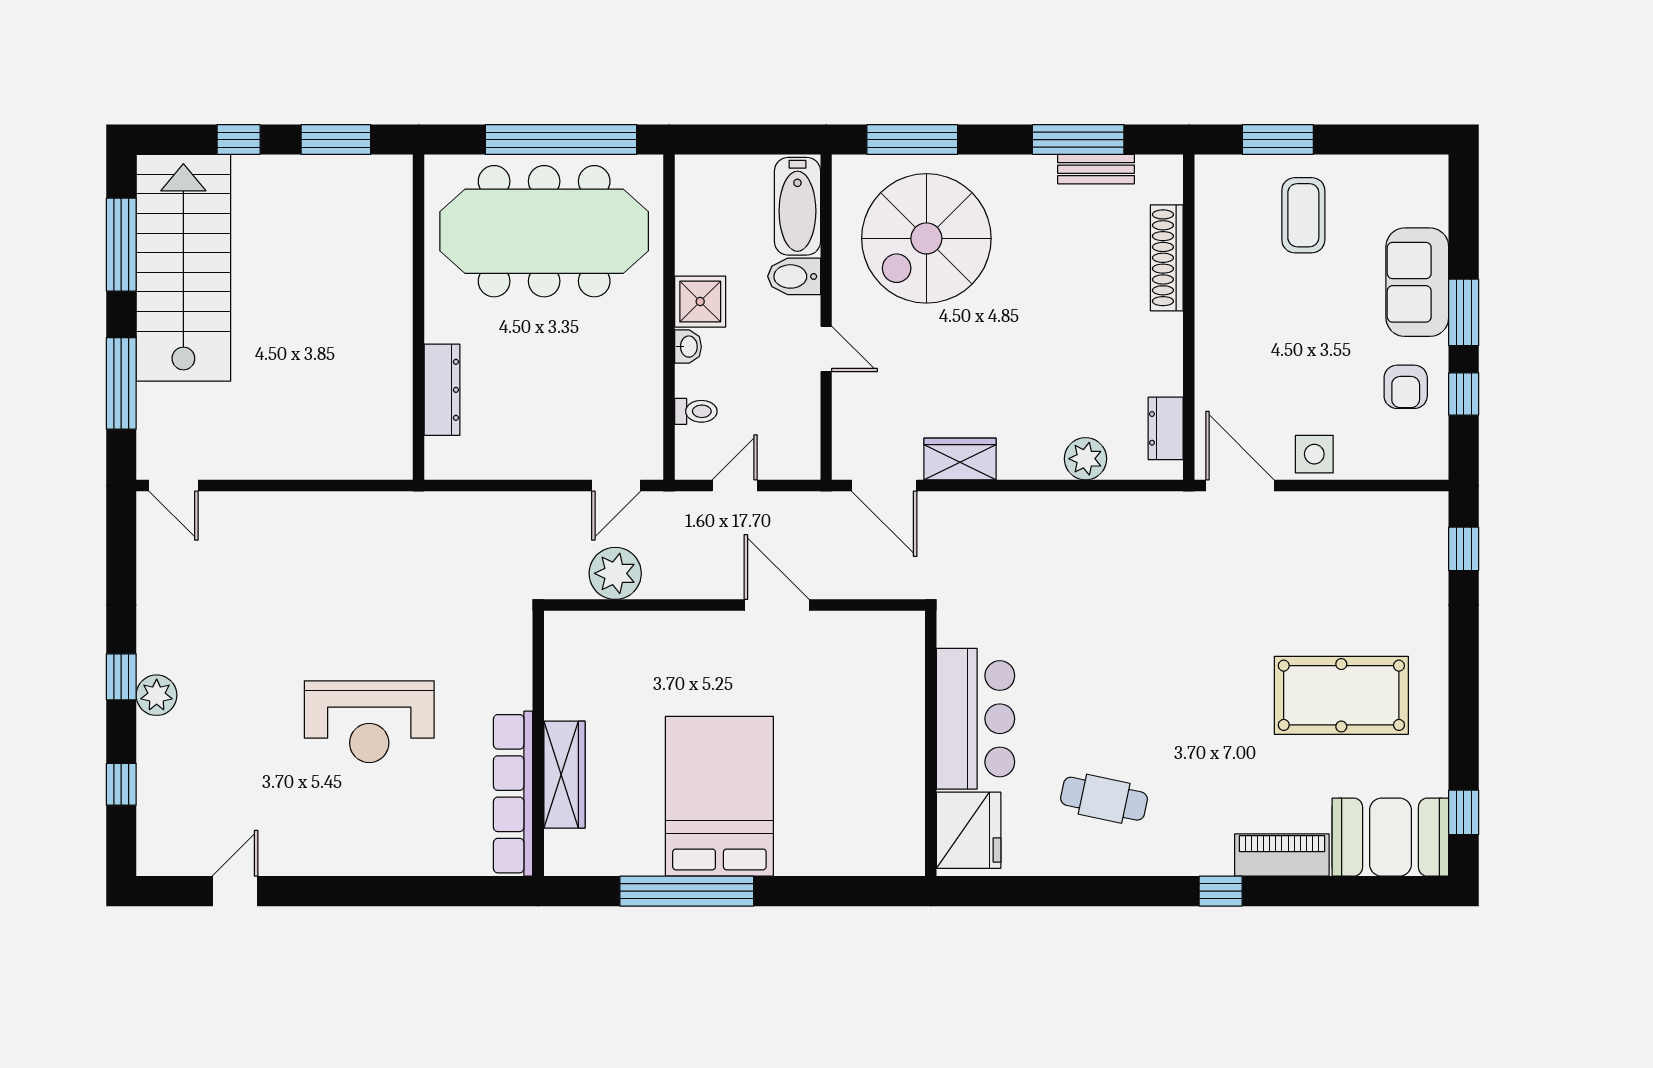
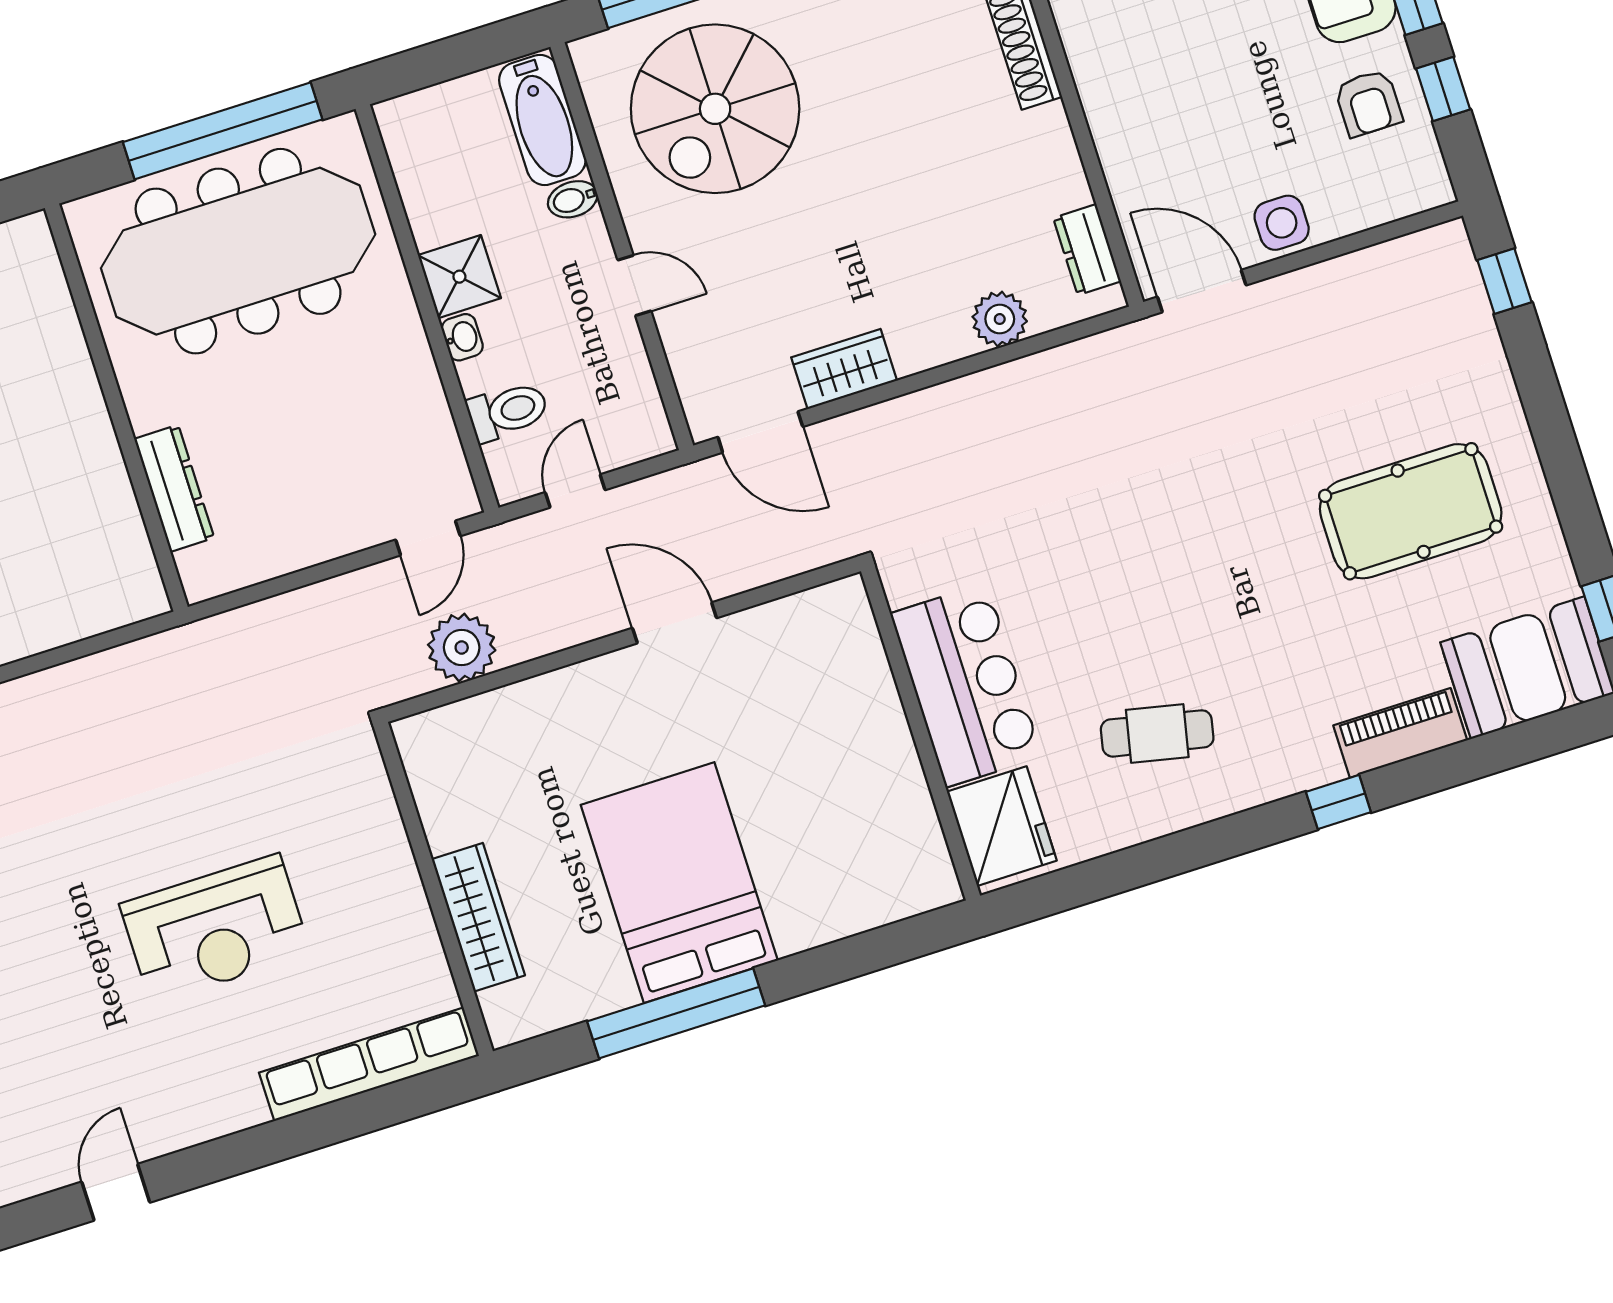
bidet: (794, 276) -> (573, 199), width x0.72, depth x0.74
toilet: (696, 411) -> (508, 411), width x1.37, depth x1.39
row of seats: (513, 794) -> (369, 1064), moved, turned 90

